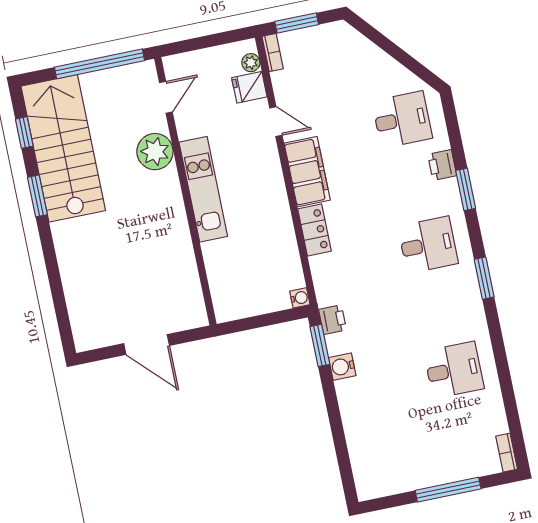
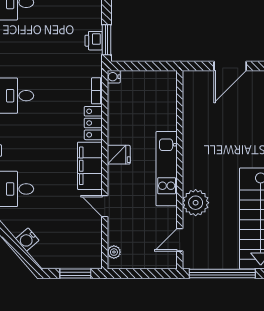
bookcase: (273, 53) -> (97, 91), moved
fridge: (249, 87) -> (119, 155), moved
printer: (333, 320) -> (94, 41), moved
door: (147, 345) -> (230, 66), swing flipped
water cooler: (342, 367) -> (27, 240), moved, turned 139

